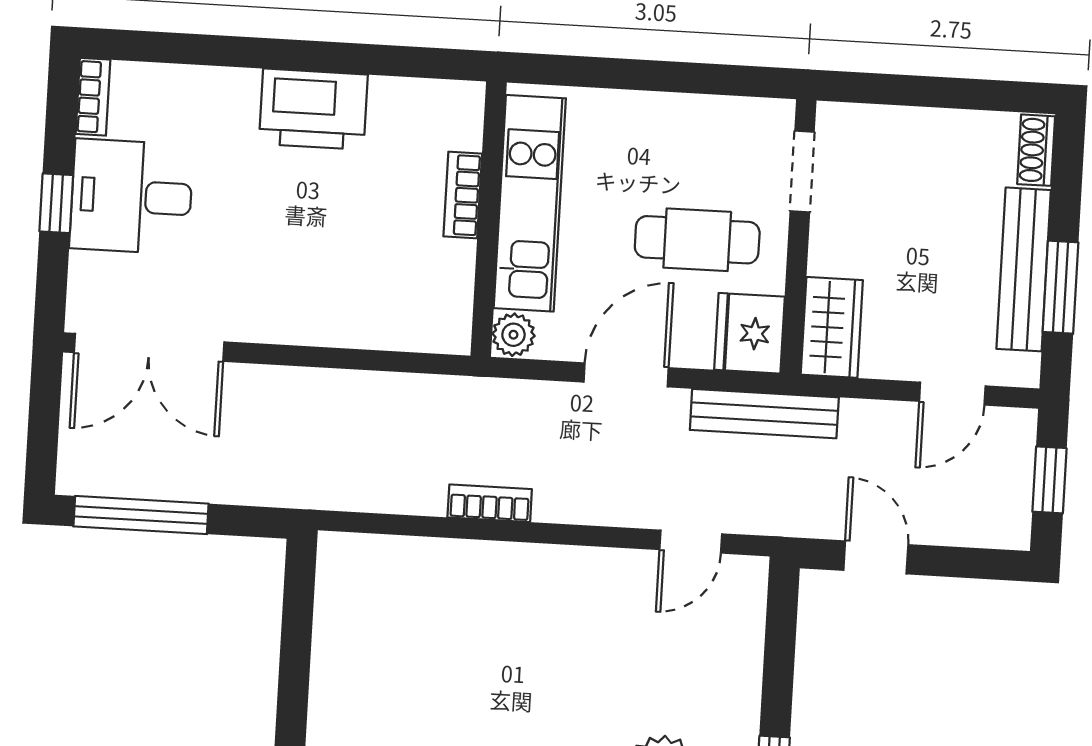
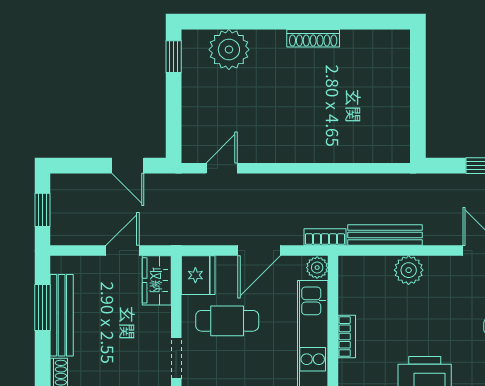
plant: (333, 319) -> (409, 270), added
door: (952, 394) -> (122, 251), moved
bench: (764, 414) -> (385, 235), moved
bookcase: (490, 503) -> (325, 237), moved, turned 180

